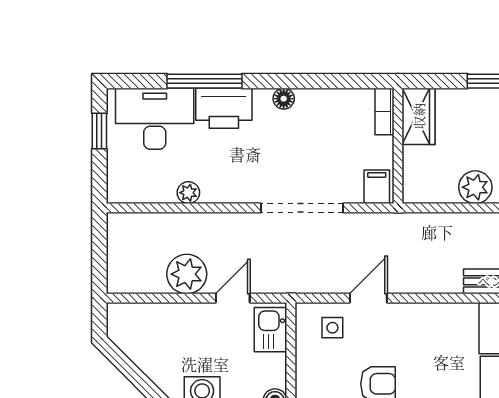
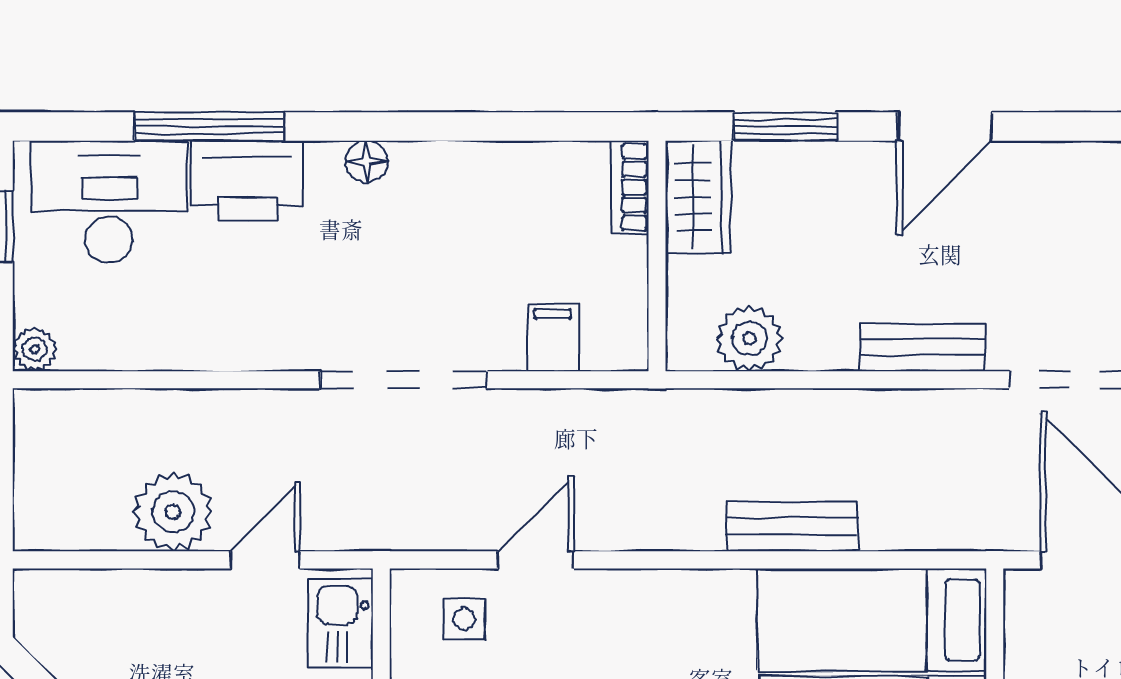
bookcase: (384, 111) -> (630, 187), moved
wardrobe: (419, 116) -> (698, 197), moved
wall: (398, 146) -> (657, 256), moved
plant: (188, 193) -> (35, 349), moved

